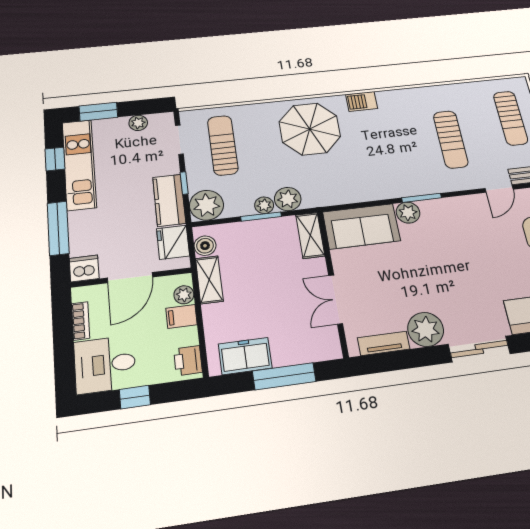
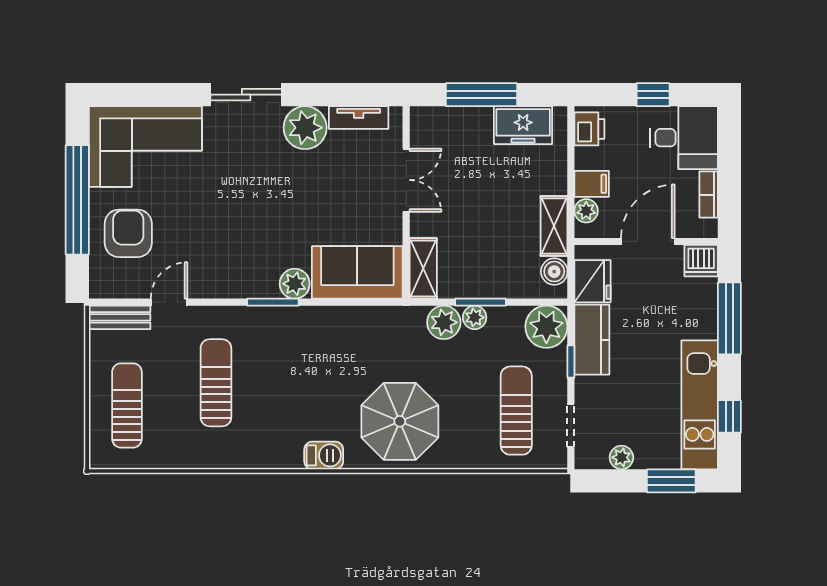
sun lounger: (223, 145) -> (516, 411), turned 180

